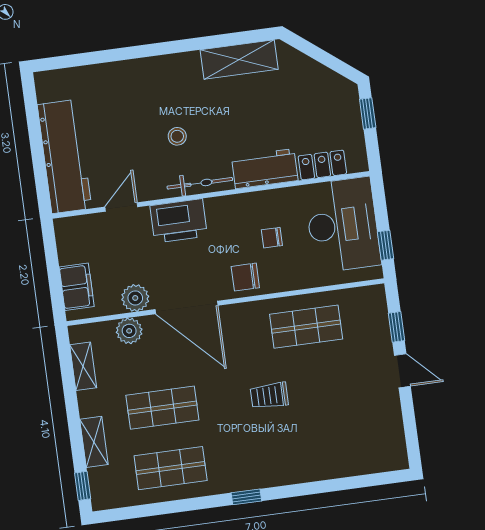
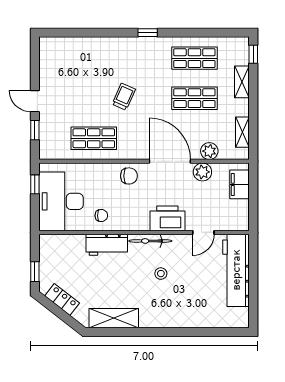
locker: (322, 165) -> (62, 299), moved, turned -142
chair: (272, 238) -> (101, 216), moved
trolley: (269, 396) -> (124, 97), turned -66

